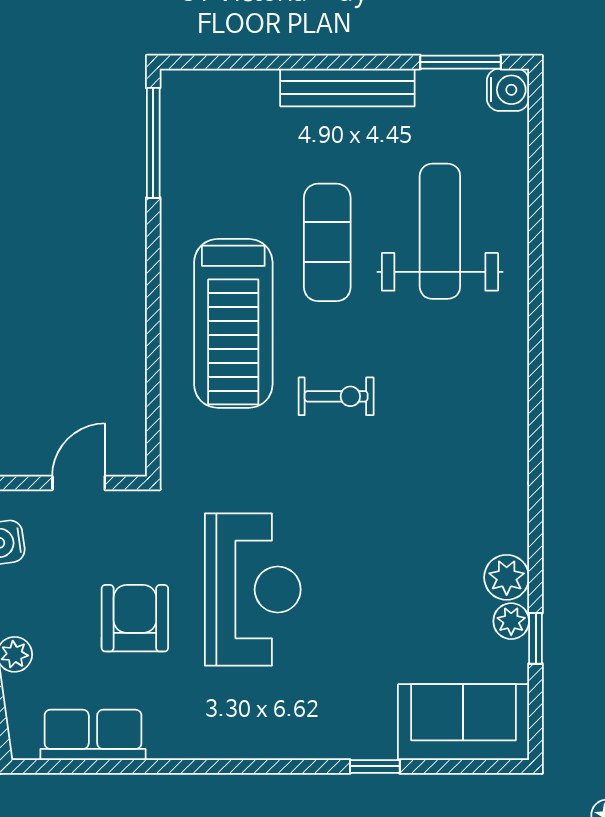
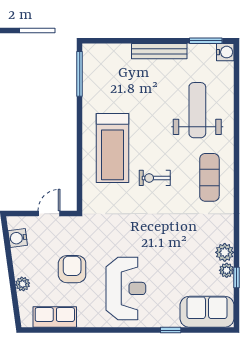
exercise mat: (327, 242) -> (209, 177), moved
exercise bike: (336, 396) -> (155, 178), turned 180
reception desk: (253, 590) -> (126, 288), moved

